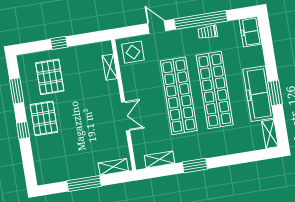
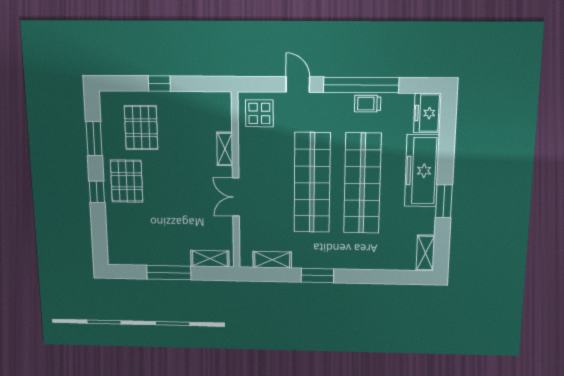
shelving: (110, 67) -> (225, 149), moved
freezer: (258, 94) -> (422, 171), moved
double door: (125, 116) -> (236, 197), swing flipped

